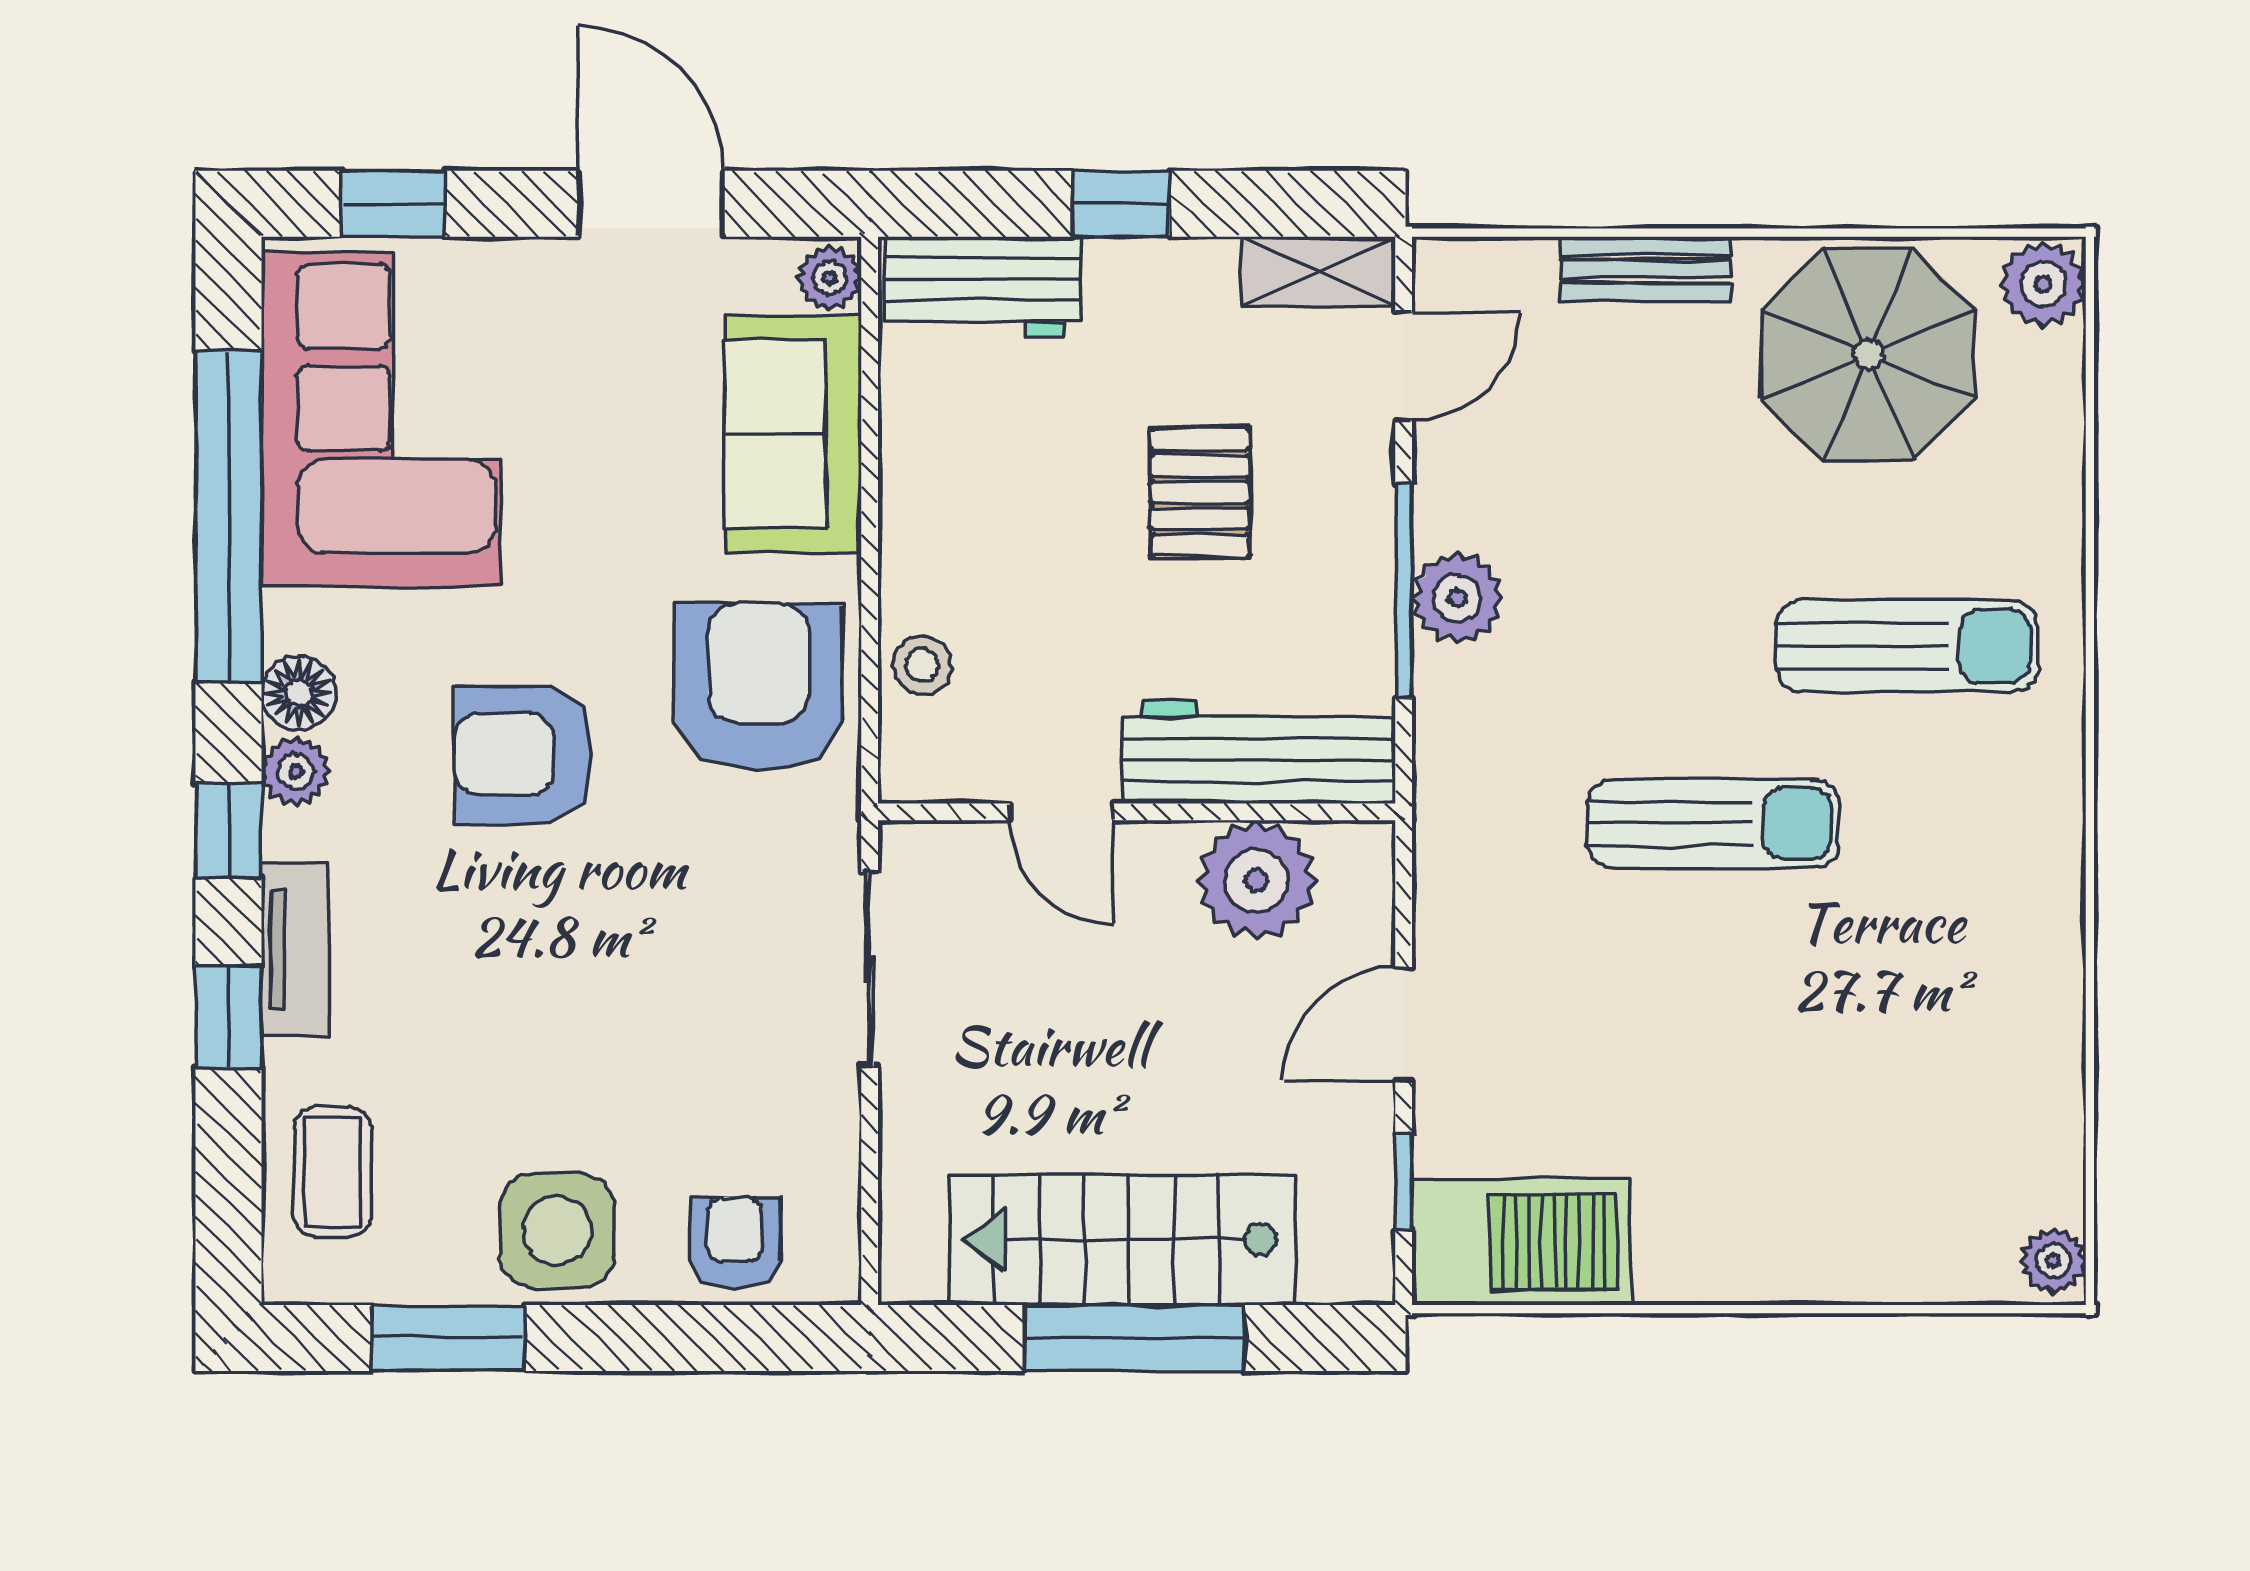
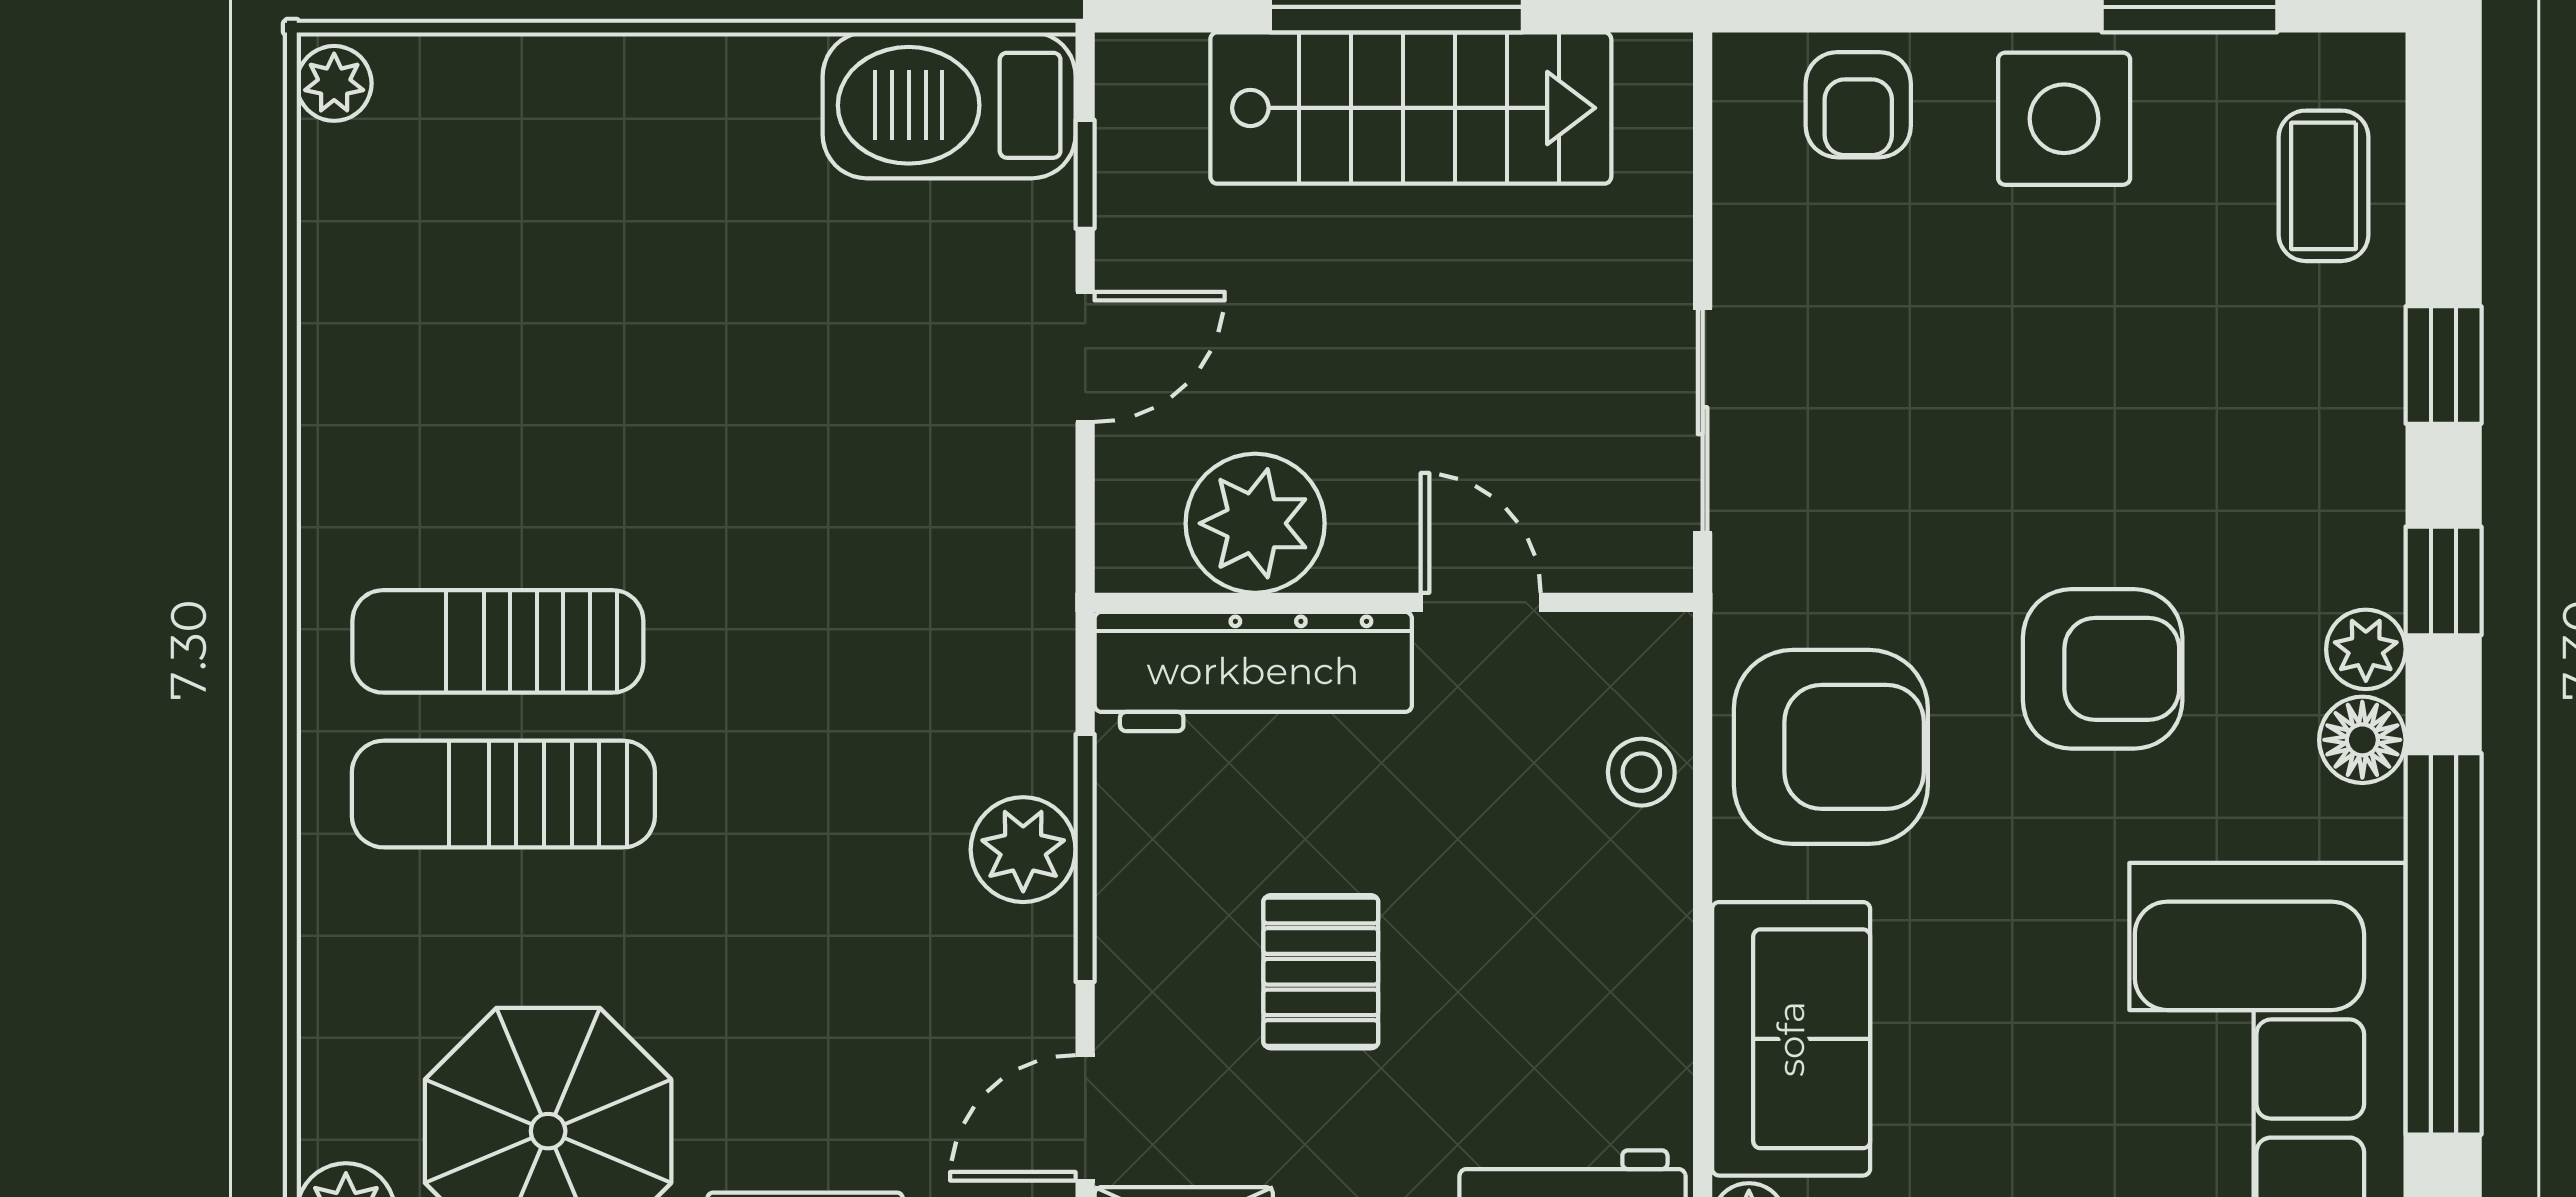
armchair: (759, 687) -> (1831, 747), turned -90
sun lounger: (1713, 824) -> (498, 641), moved
tv unit: (295, 949) -> (2367, 444), removed

